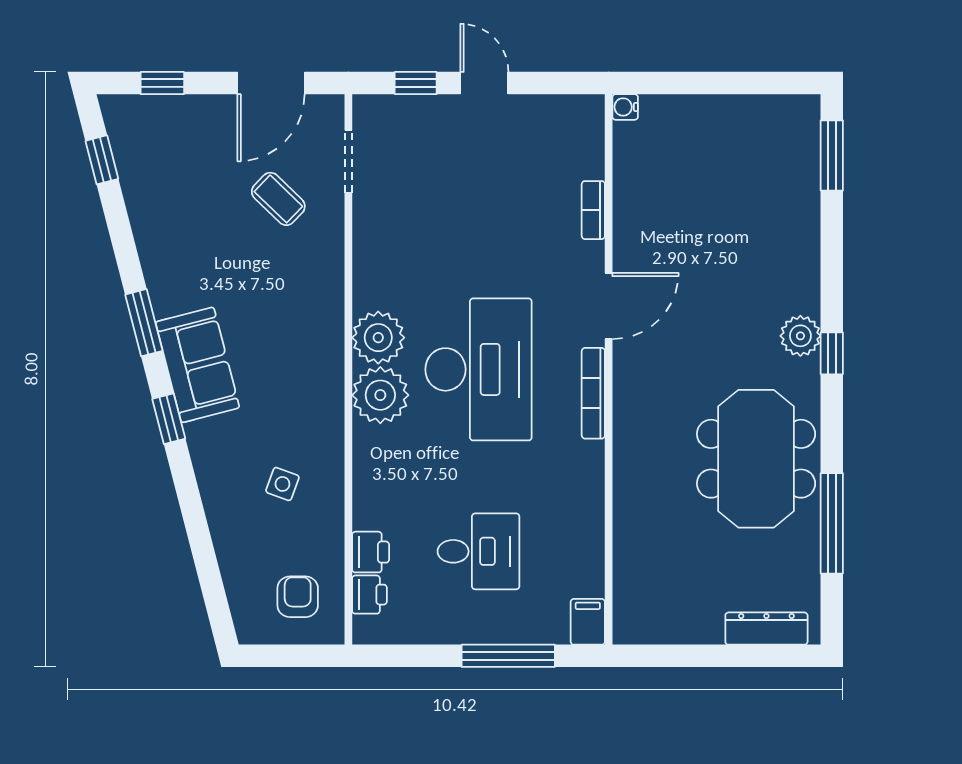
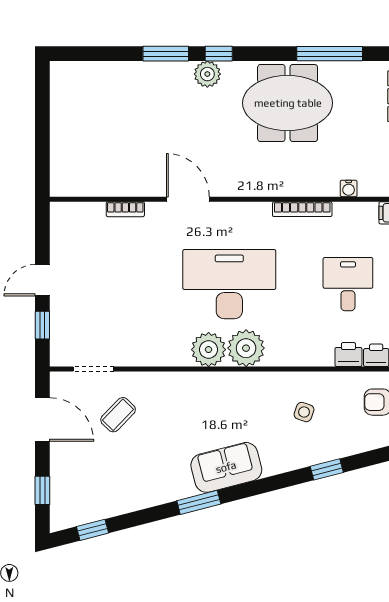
water cooler: (625, 107) -> (349, 188), moved
window: (832, 156) -> (166, 54), moved
bookcase: (593, 393) -> (302, 209), moved
window: (169, 419) -> (327, 469), moved

